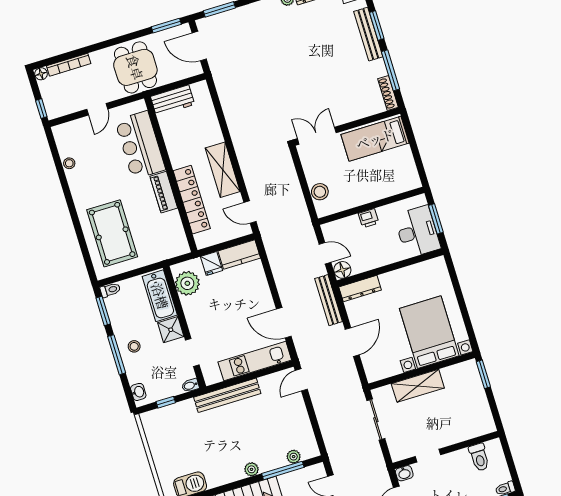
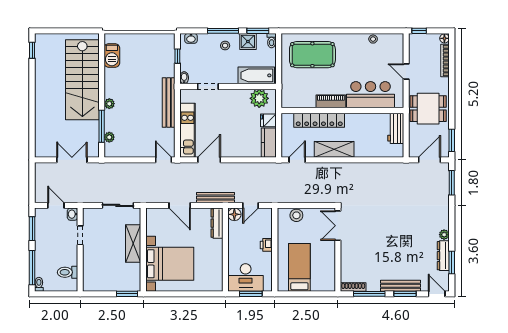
double door: (317, 136) -> (338, 226), swing flipped
bed: (375, 139) -> (299, 267), moved
shower: (171, 330) -> (248, 41), moved

